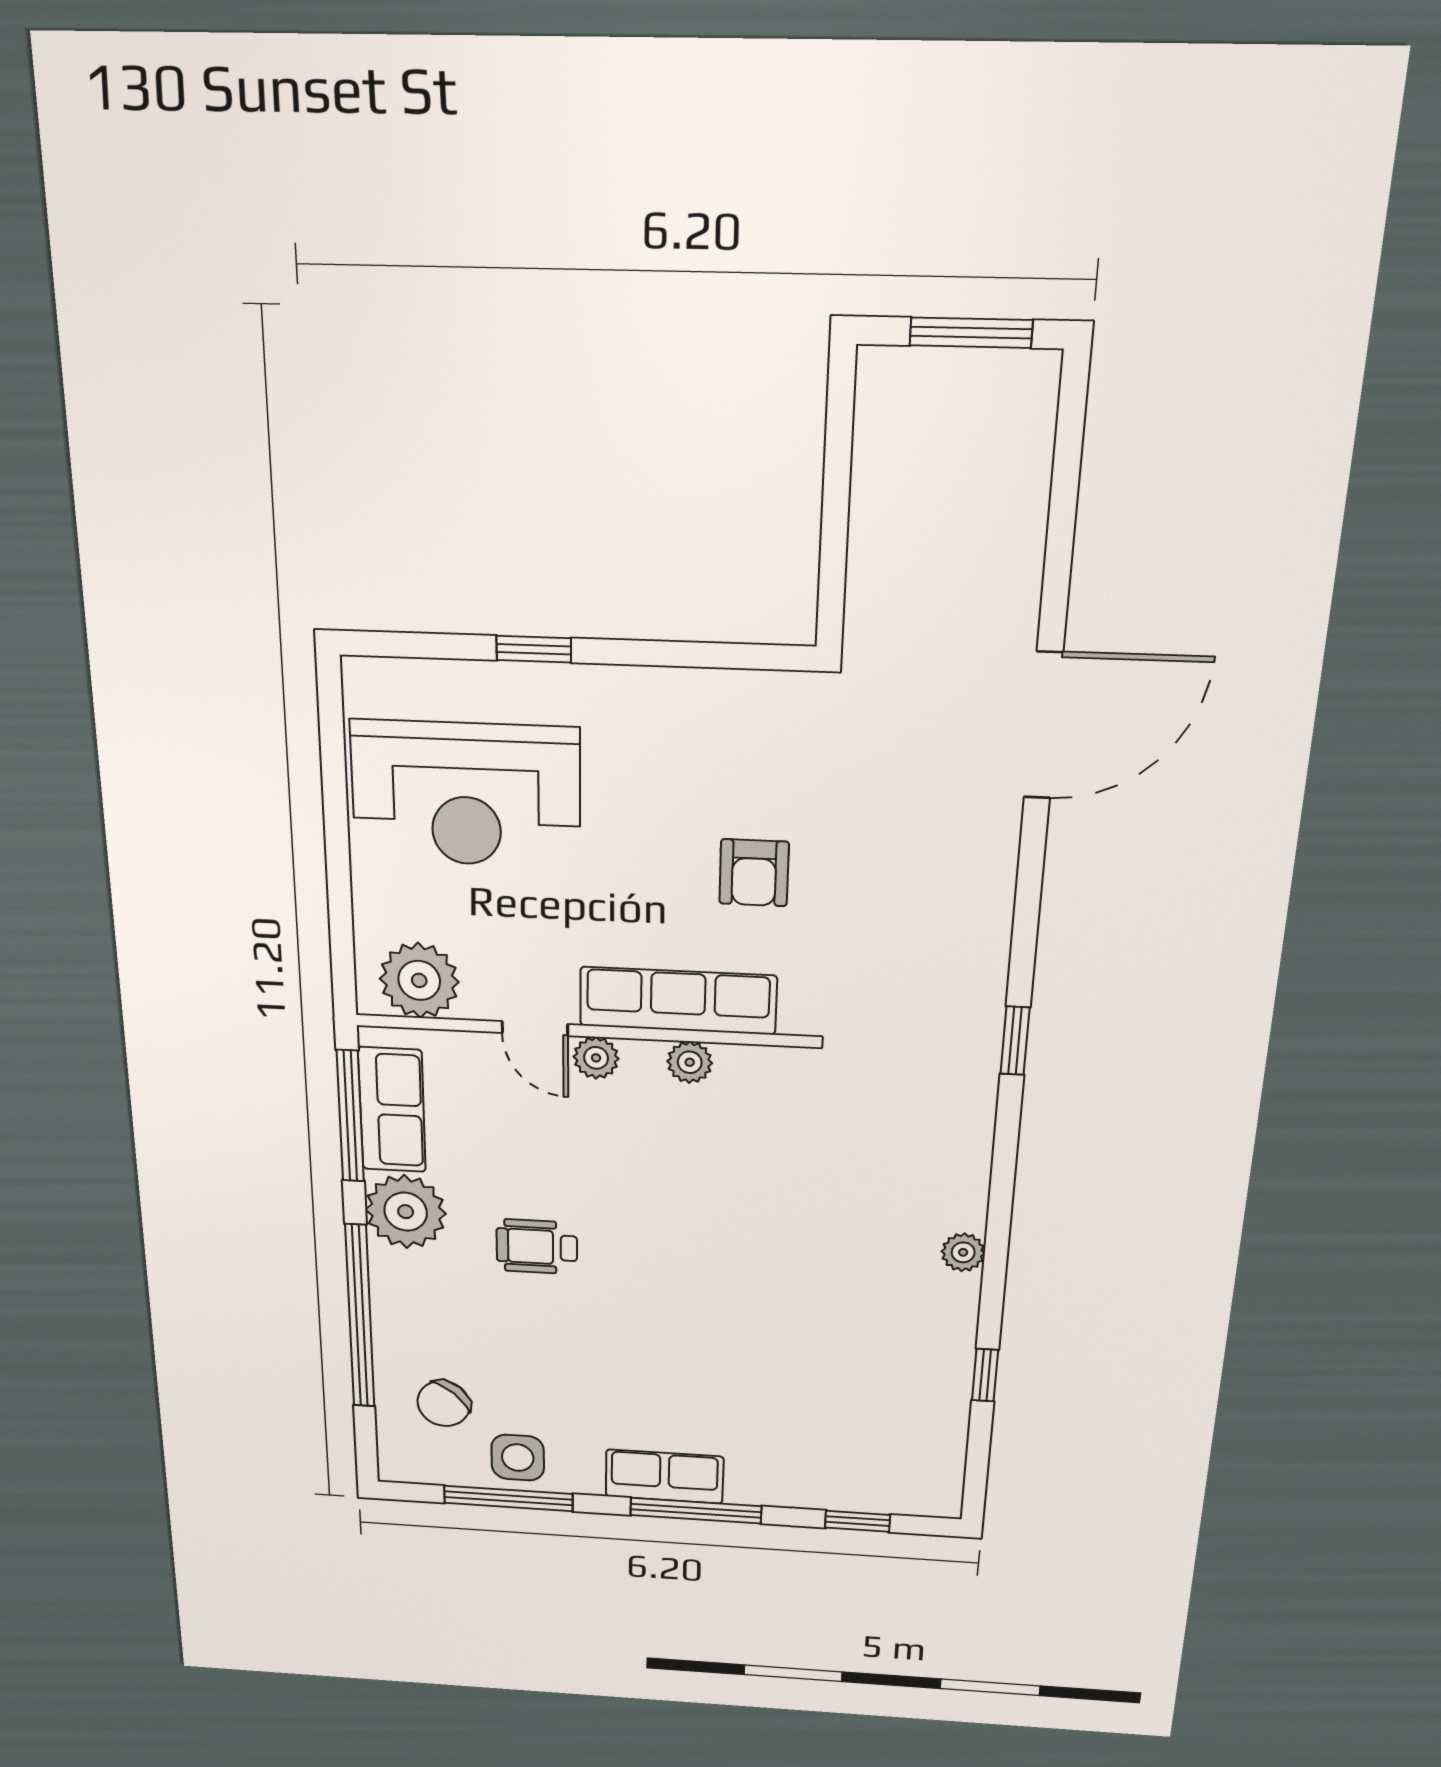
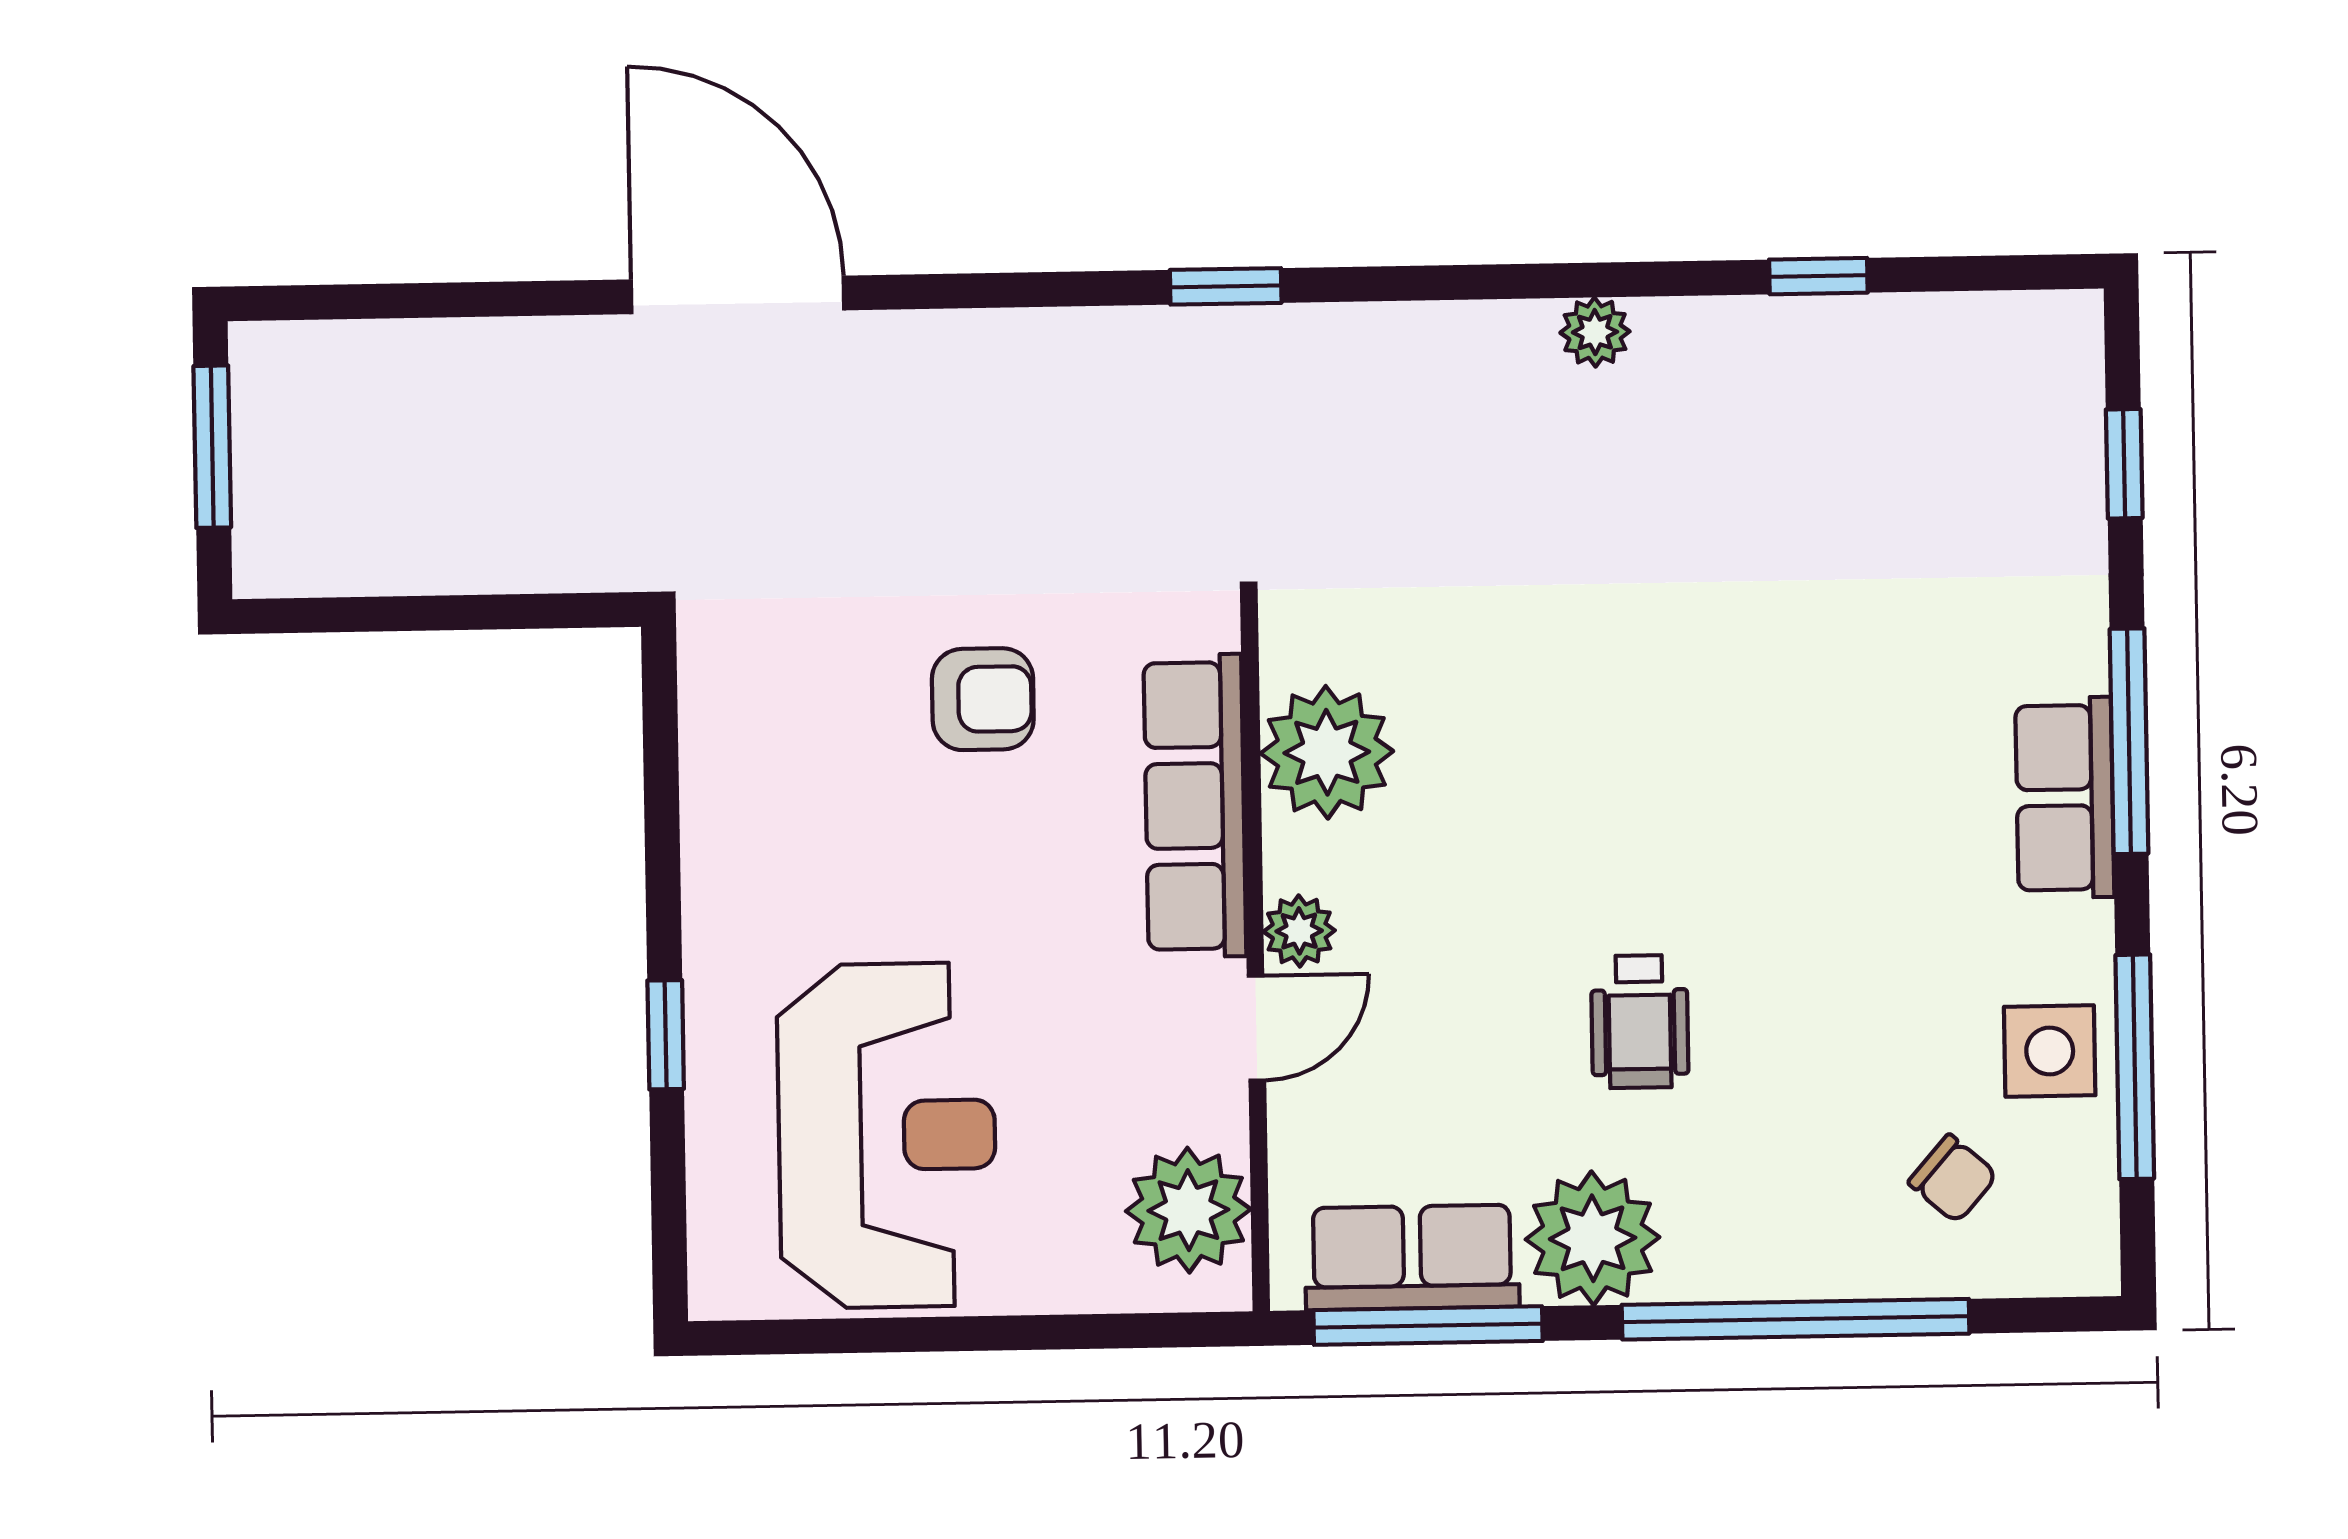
plant: (690, 1062) -> (1327, 752), width x1.87, depth x1.87
chair: (444, 1404) -> (1953, 1179), width x0.73, depth x0.73

